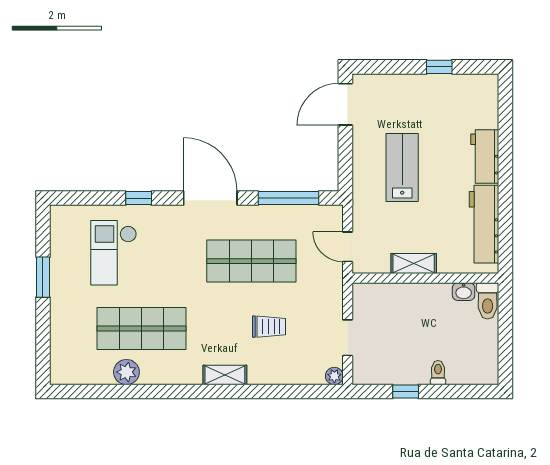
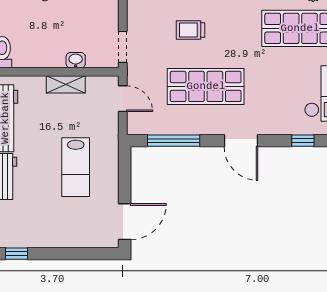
window: (439, 67) -> (16, 254), moved
door: (210, 198) -> (241, 141), width x0.73
washbasin: (464, 292) -> (76, 60), moved
doorway: (348, 338) -> (123, 47), moved

